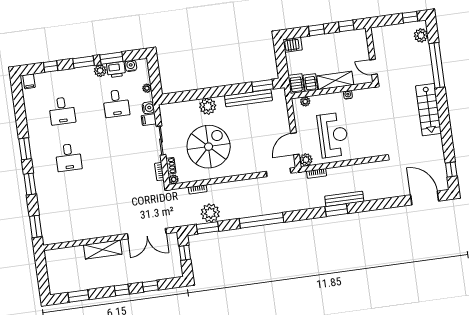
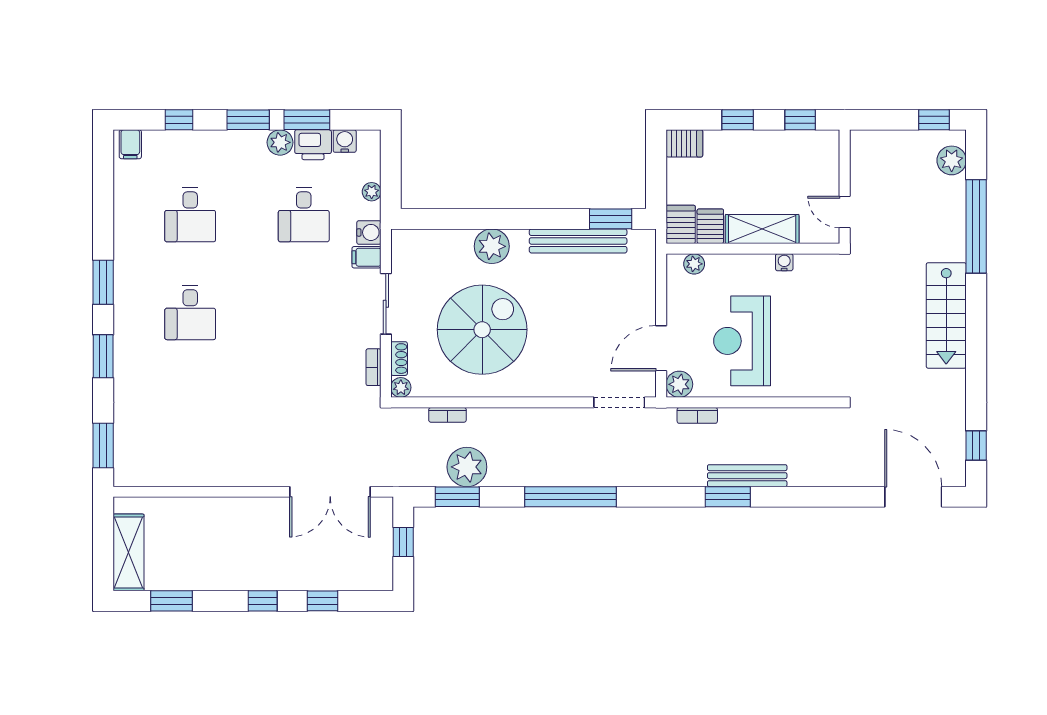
reception desk: (333, 135) -> (742, 341), turned 180
shelving: (103, 250) -> (128, 552), moved, turned 90

